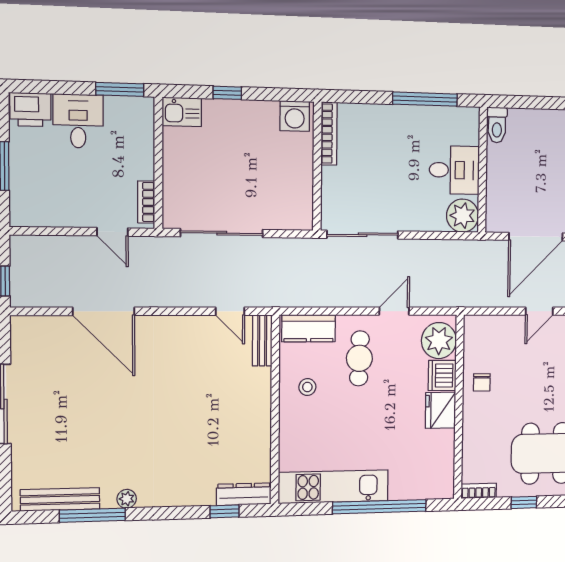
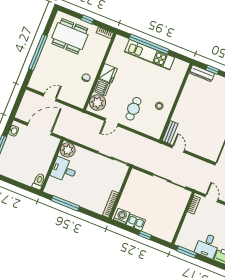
kitchen sink: (182, 112) -> (136, 222), moved
kitchen counter: (309, 328) -> (149, 129), removed
kitchen unit: (333, 487) -> (150, 55), moved

